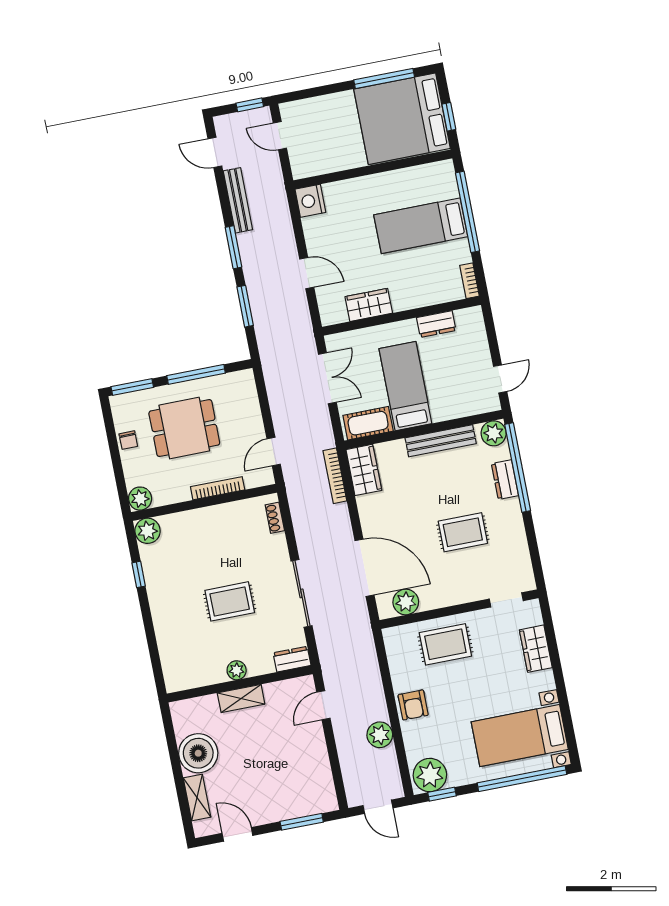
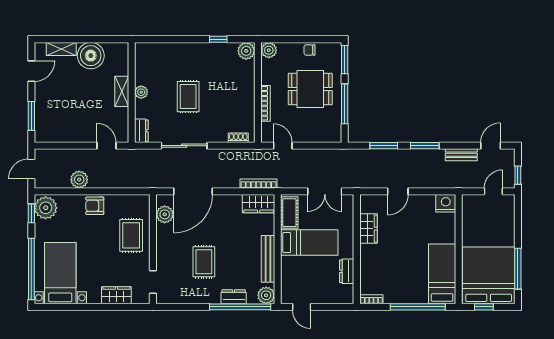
bench: (238, 200) -> (461, 155), width x0.73
bed: (421, 226) -> (442, 274), moved
dining table: (184, 428) -> (310, 89), turned 90

